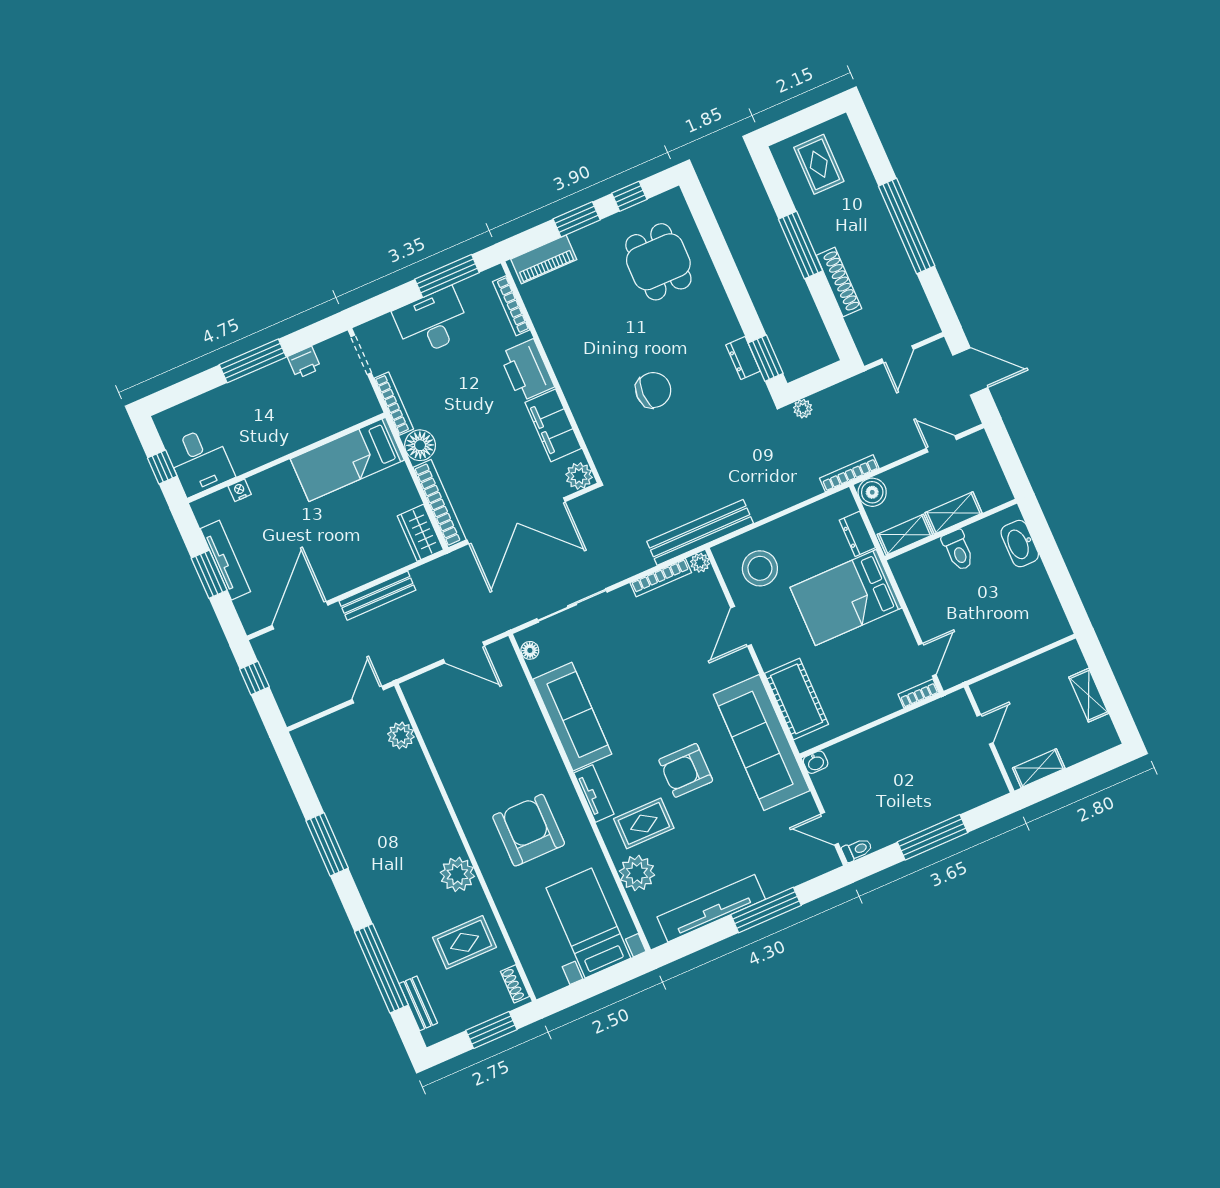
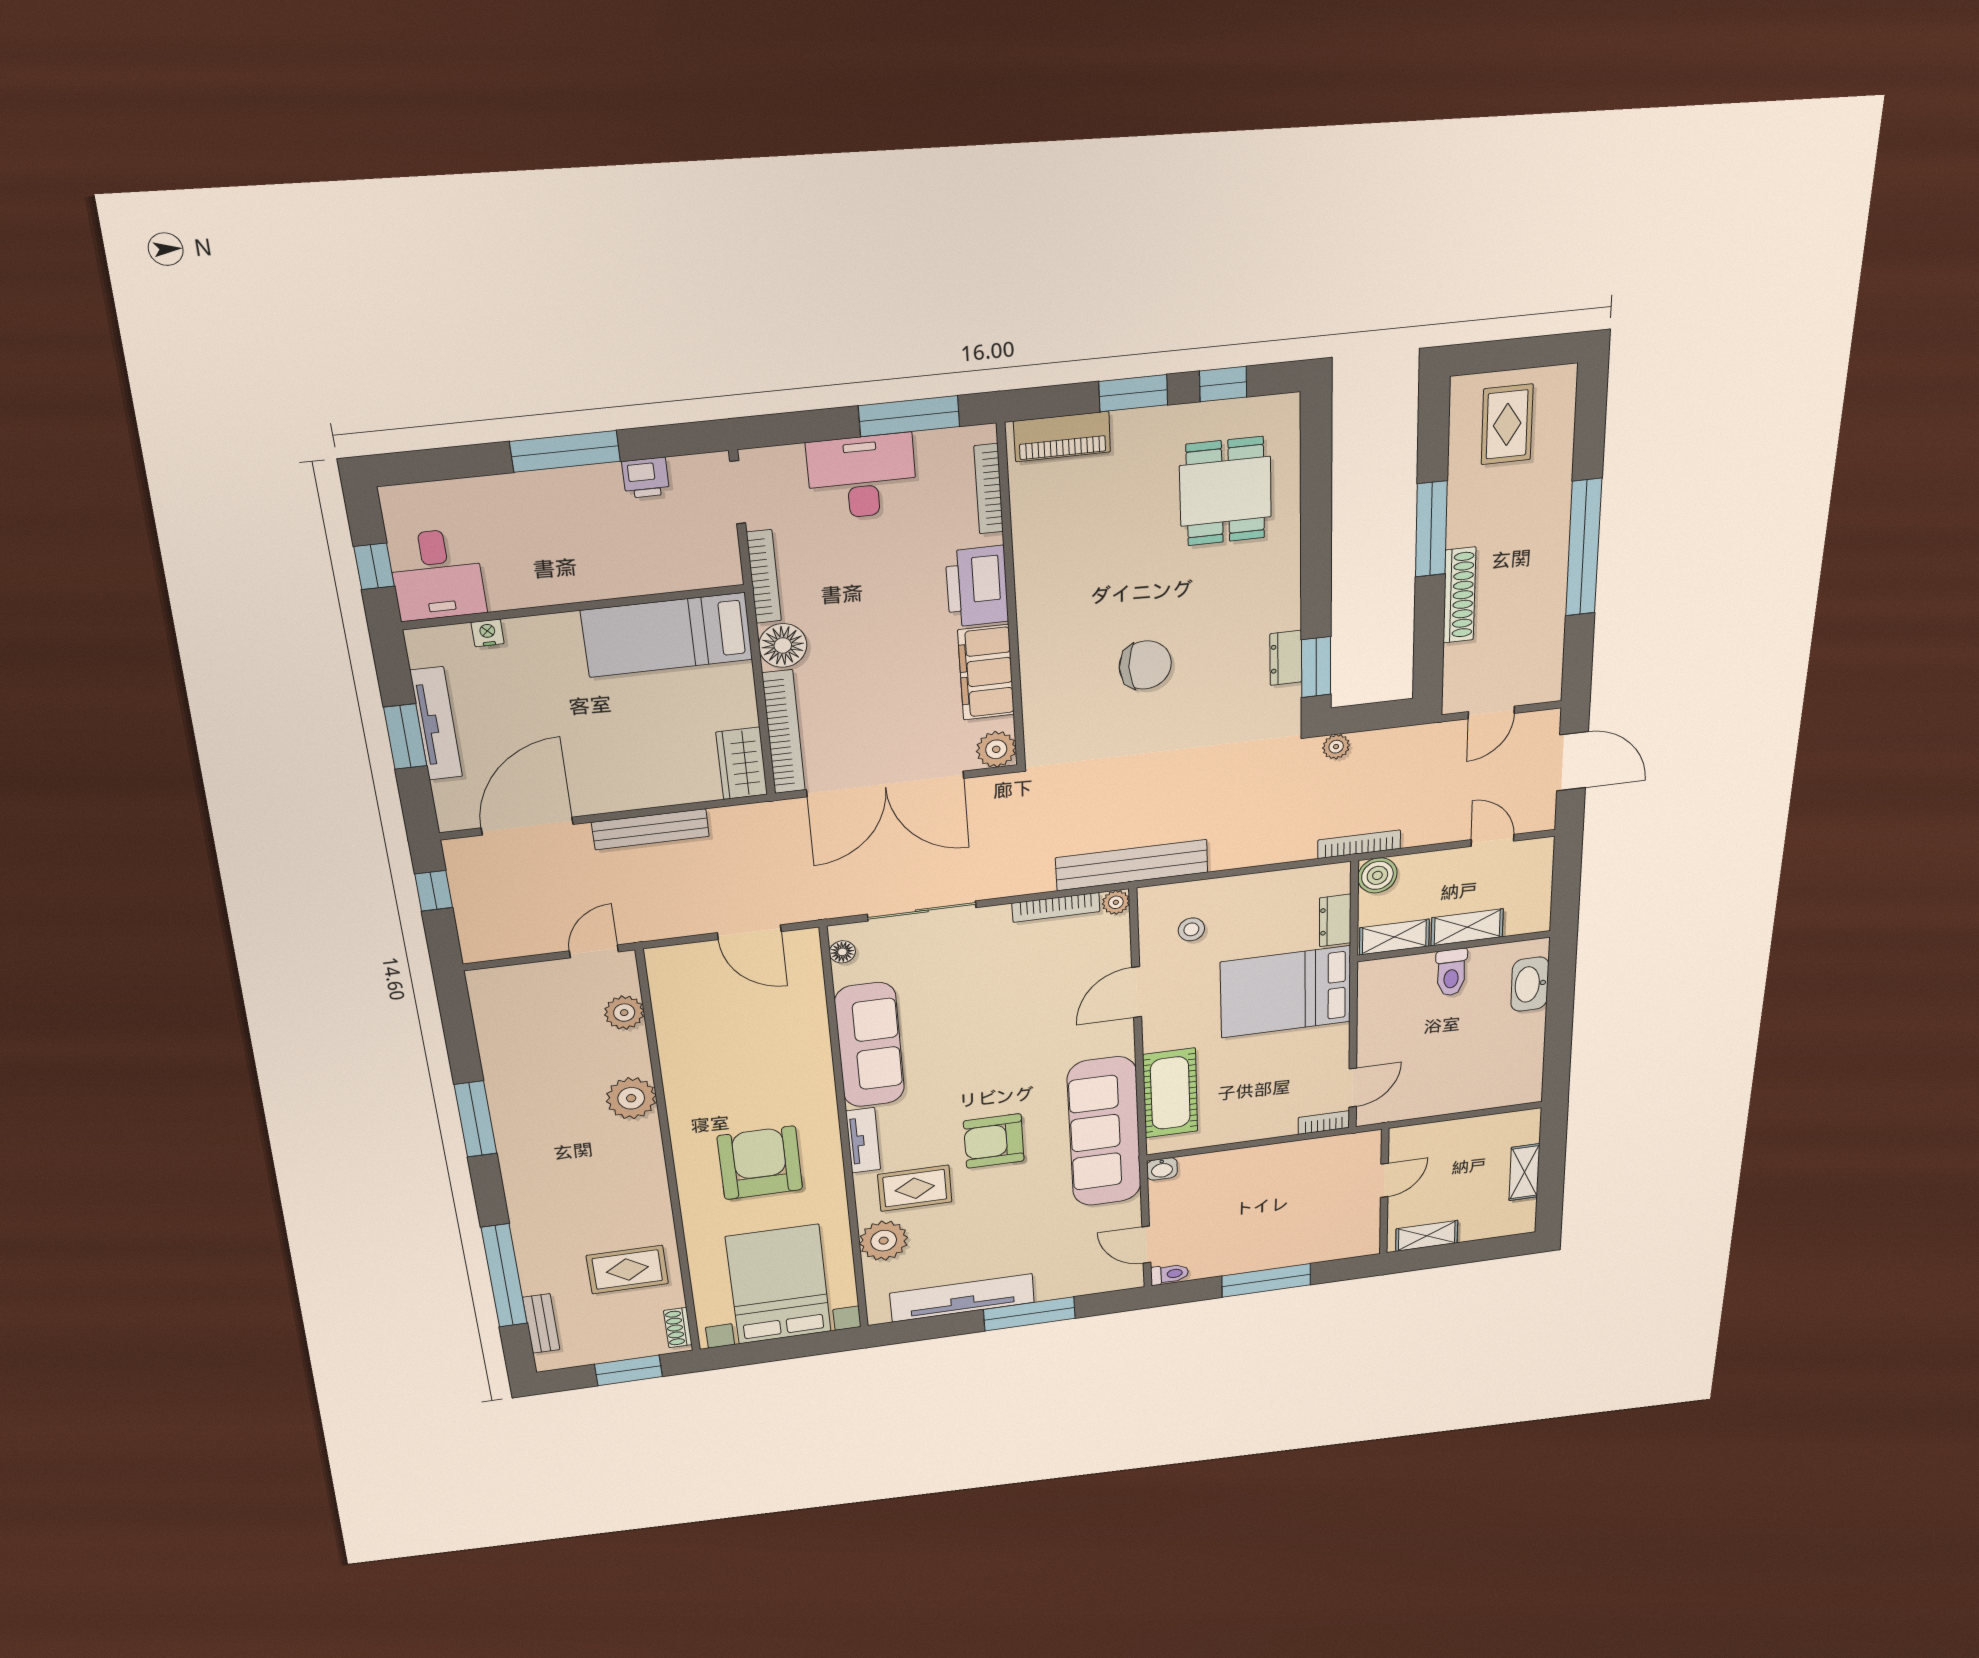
stool: (760, 568) -> (1191, 929), width x0.53, depth x0.53
plant: (457, 874) -> (631, 1098), moved
bed with nightstands: (588, 923) -> (779, 1284), width x1.36

